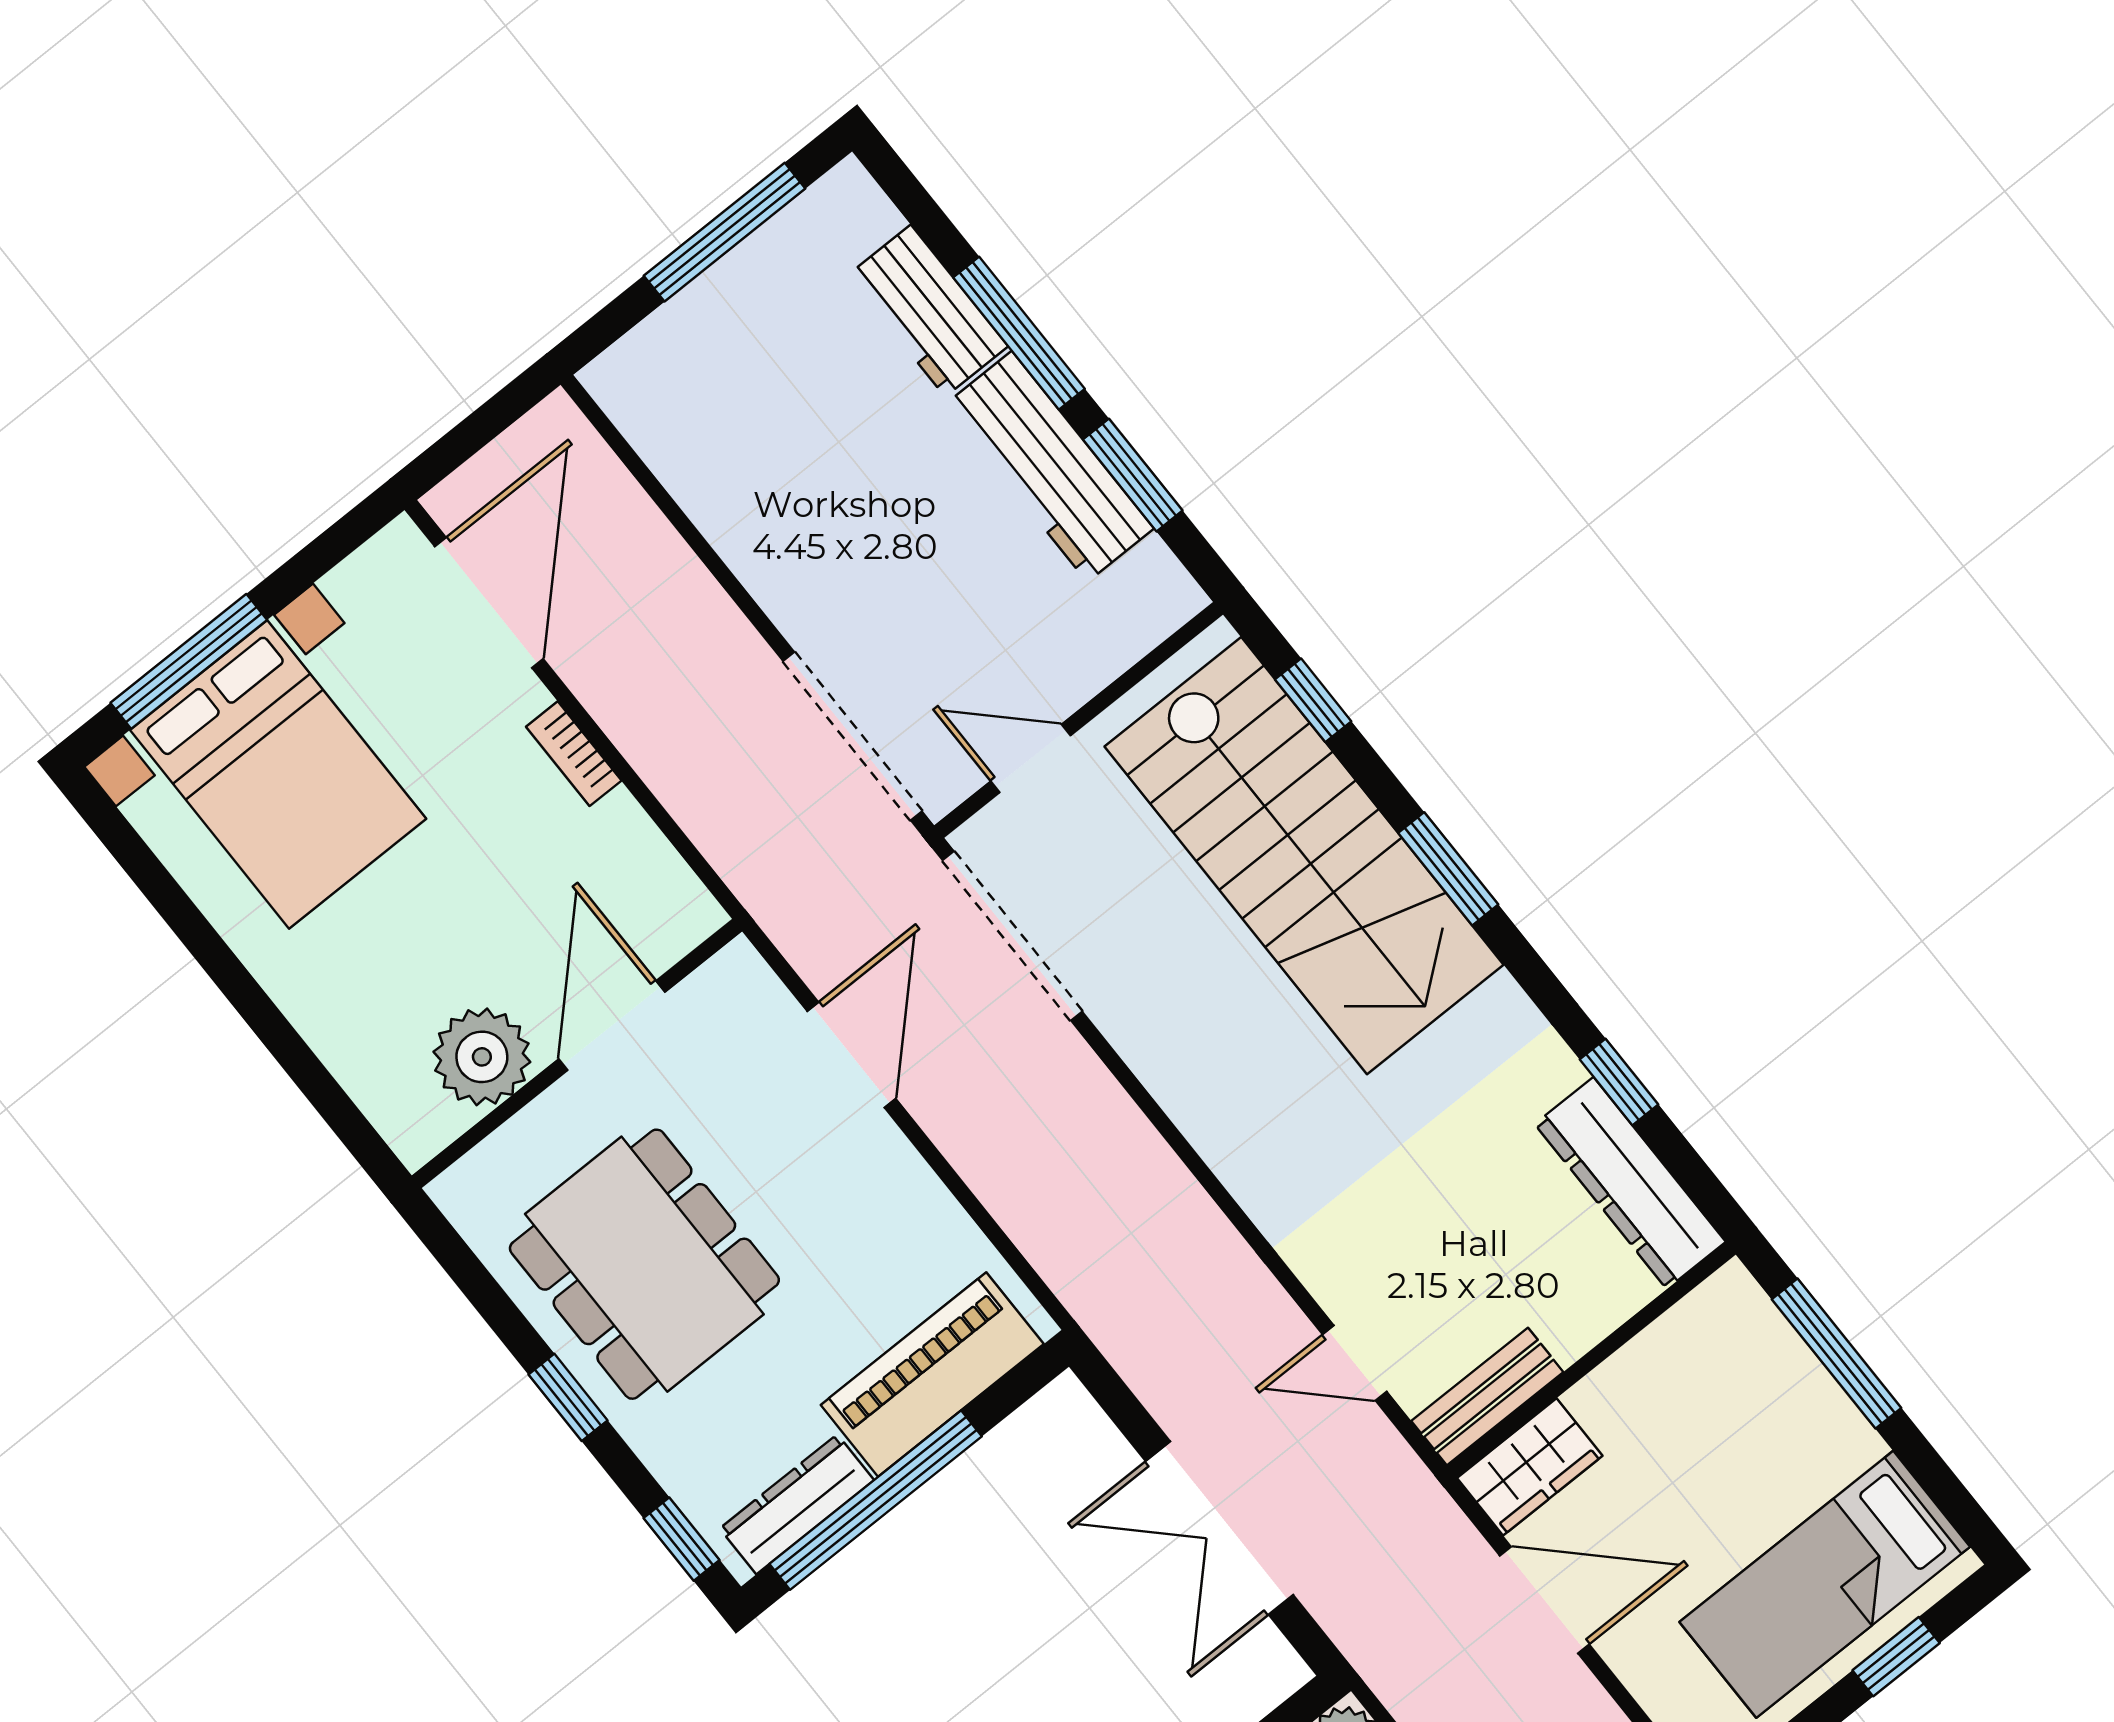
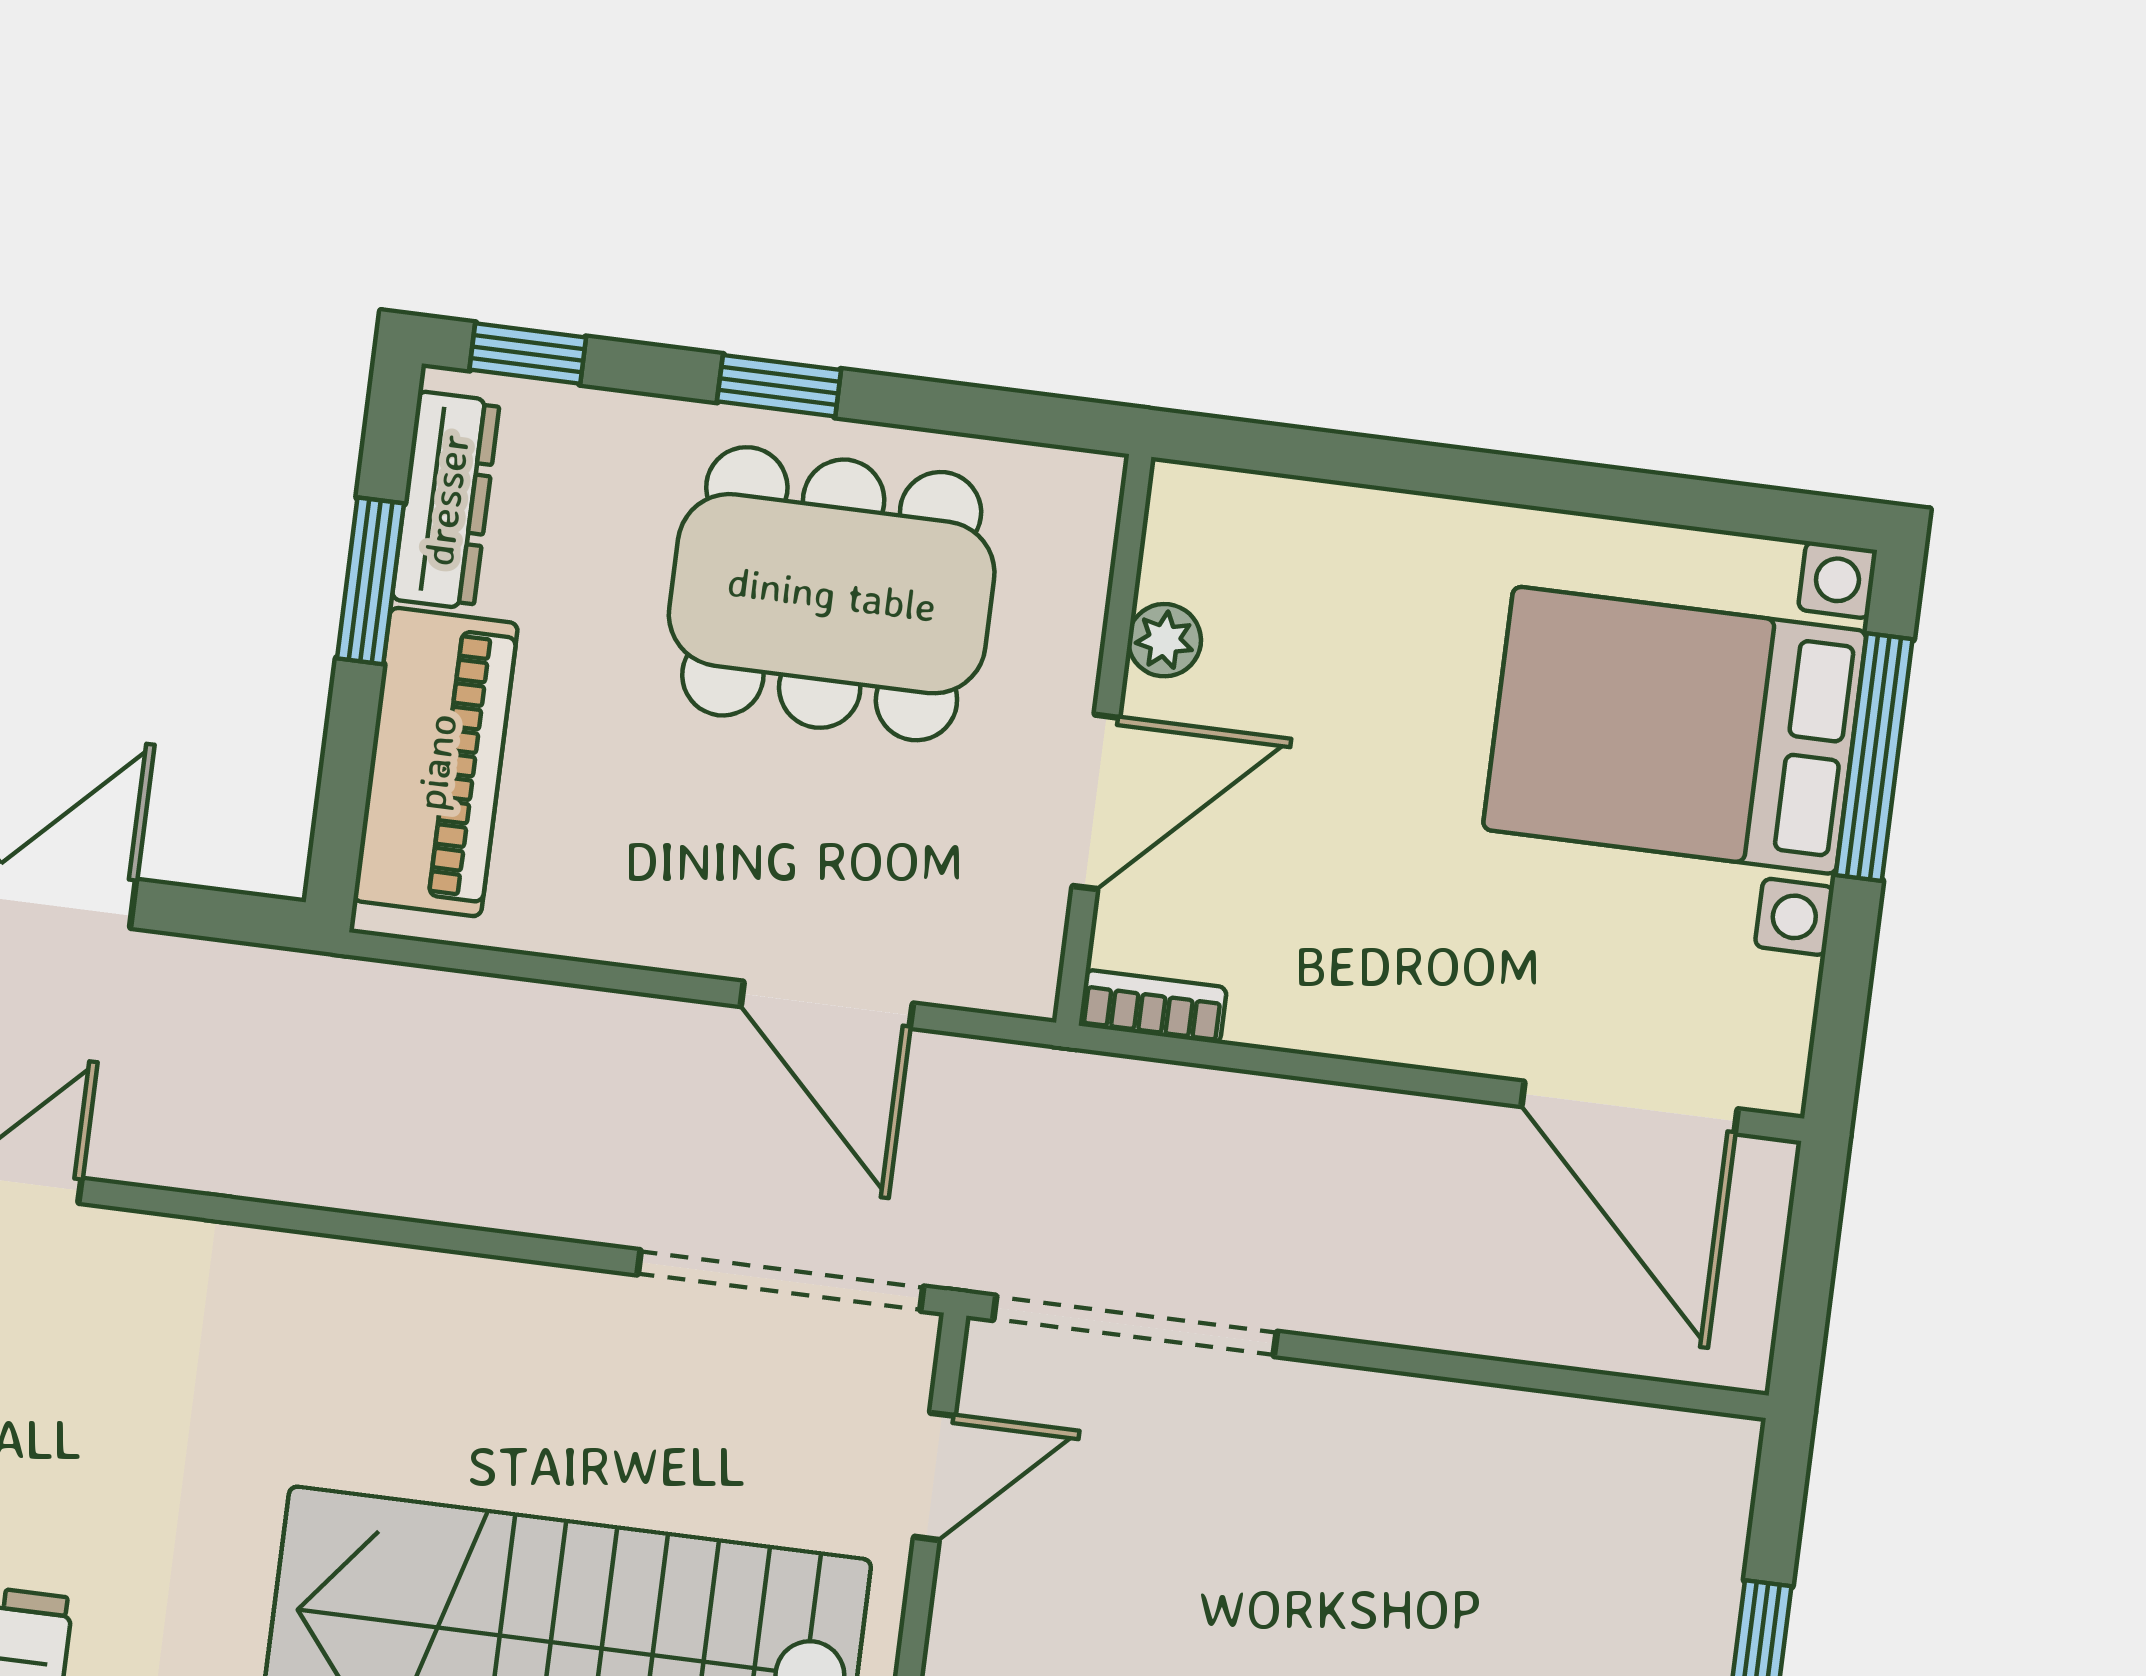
bookcase: (574, 754) -> (1153, 1007), moved
door: (612, 1026) -> (1096, 802), hinge flipped
plant: (482, 1057) -> (1164, 640), width x0.53, depth x0.53
window: (876, 1500) -> (370, 581), width x0.47

